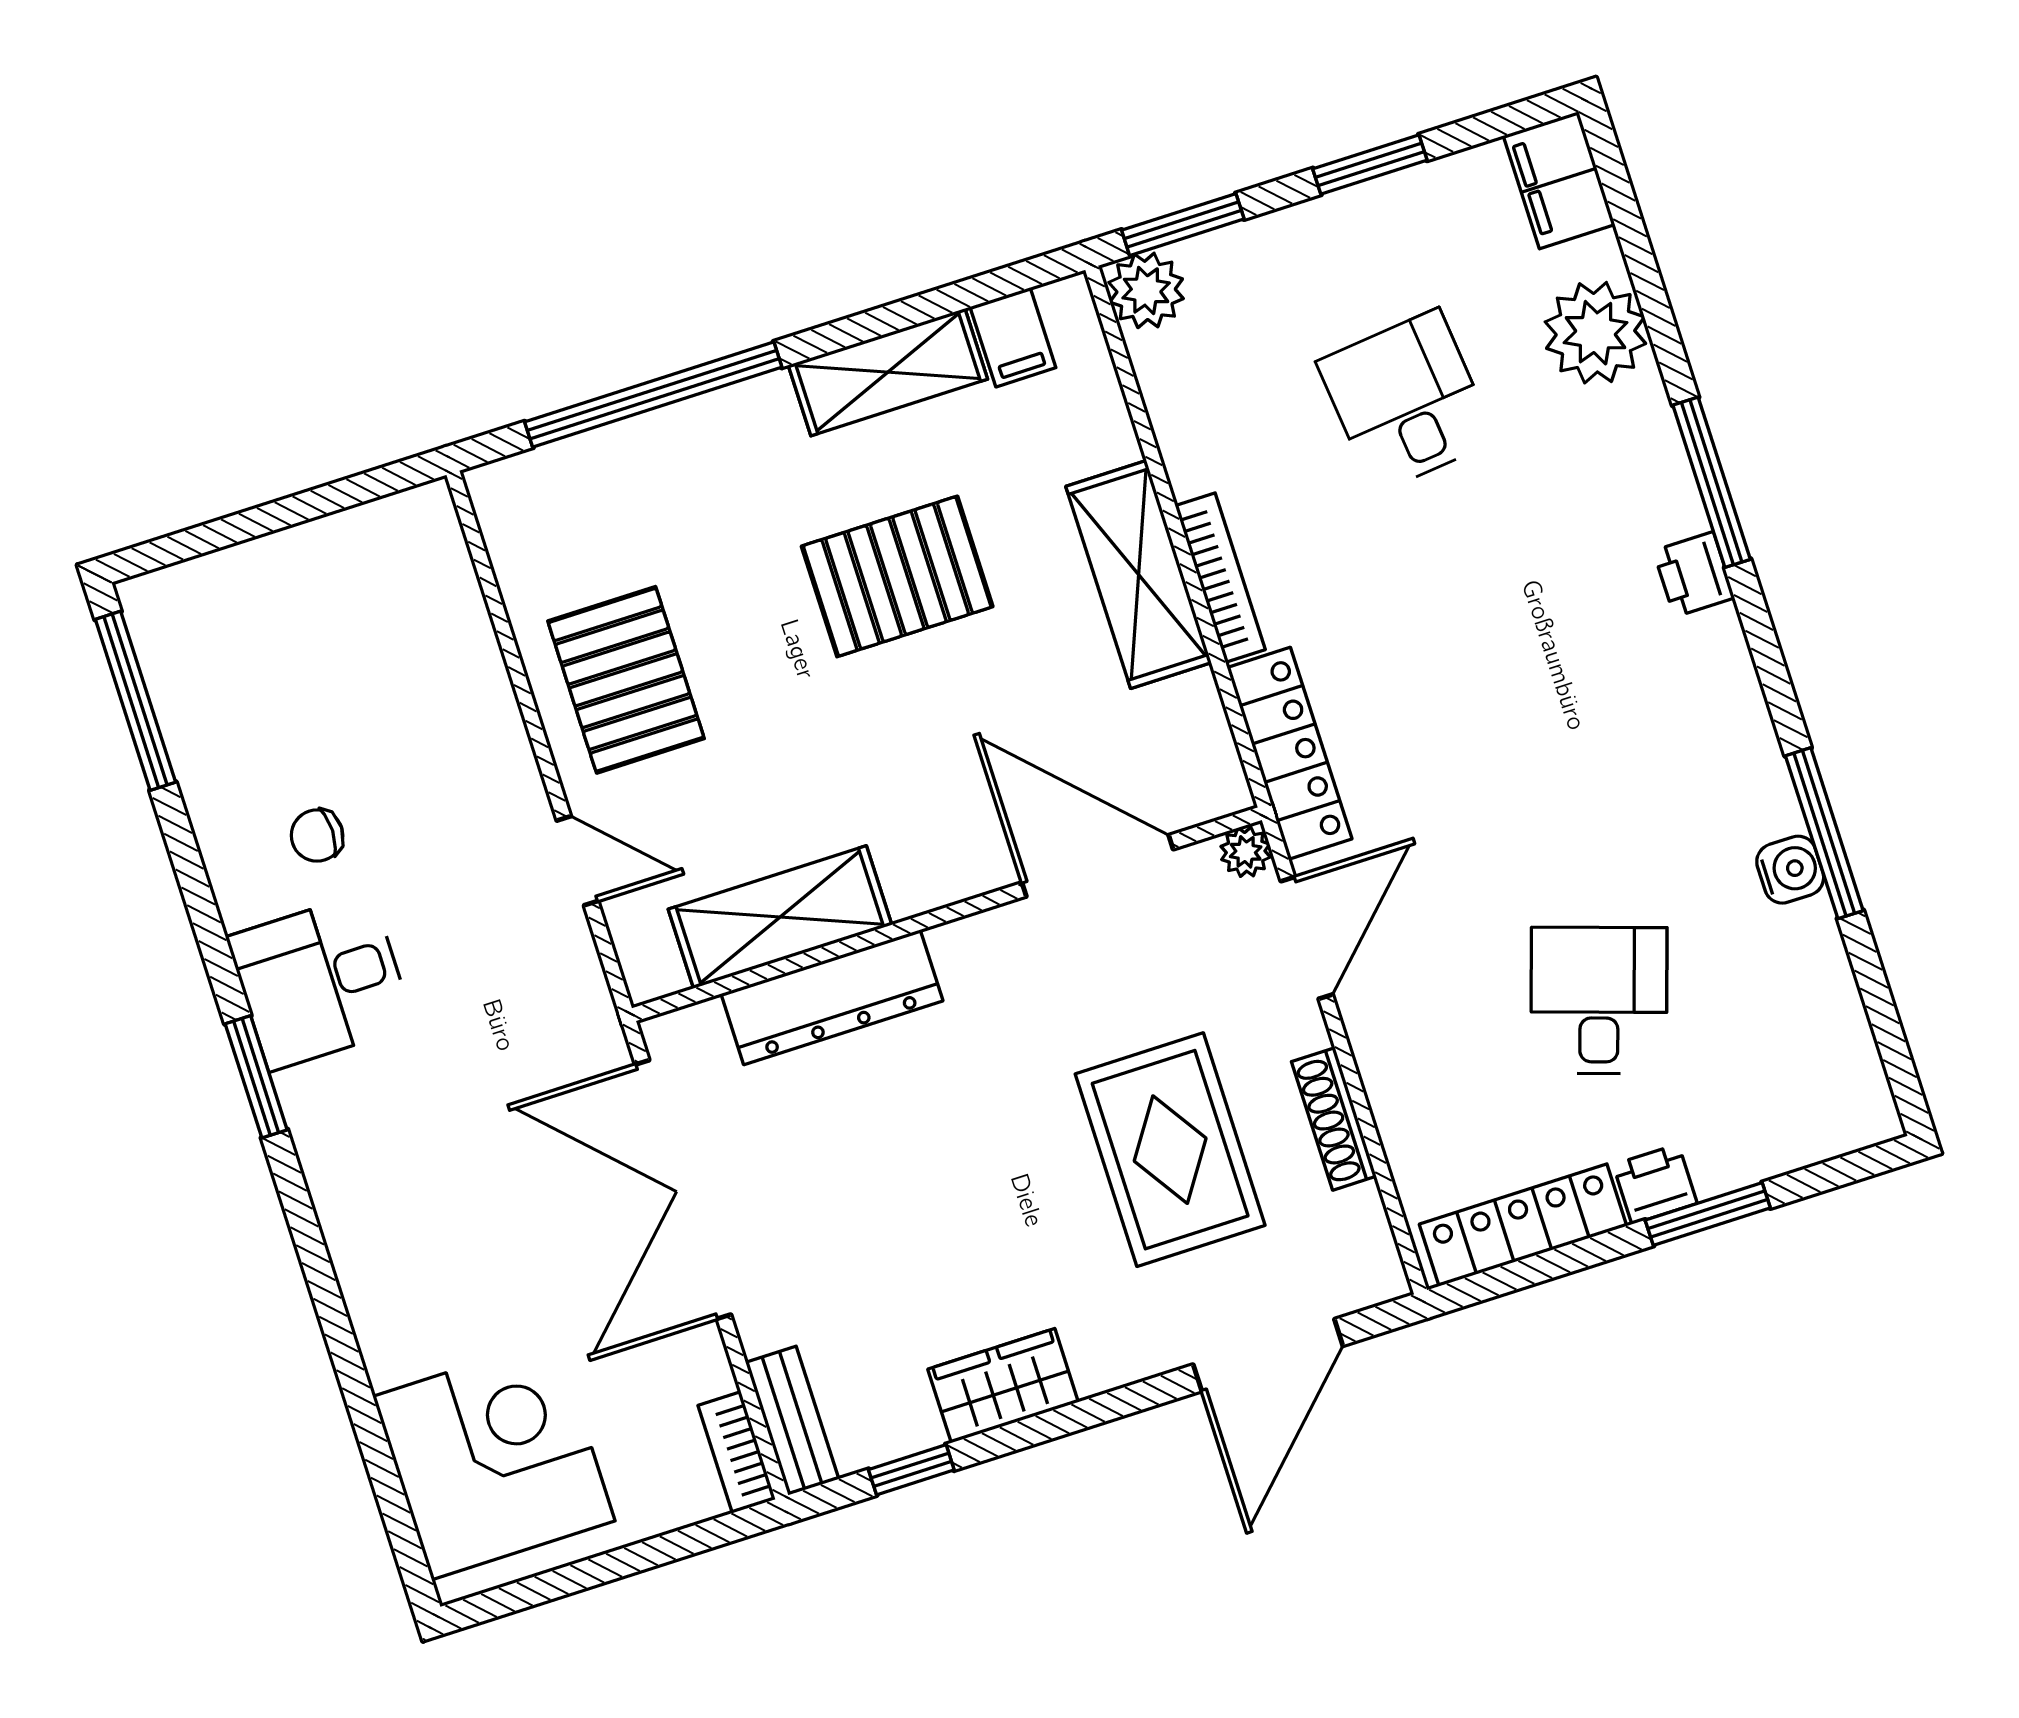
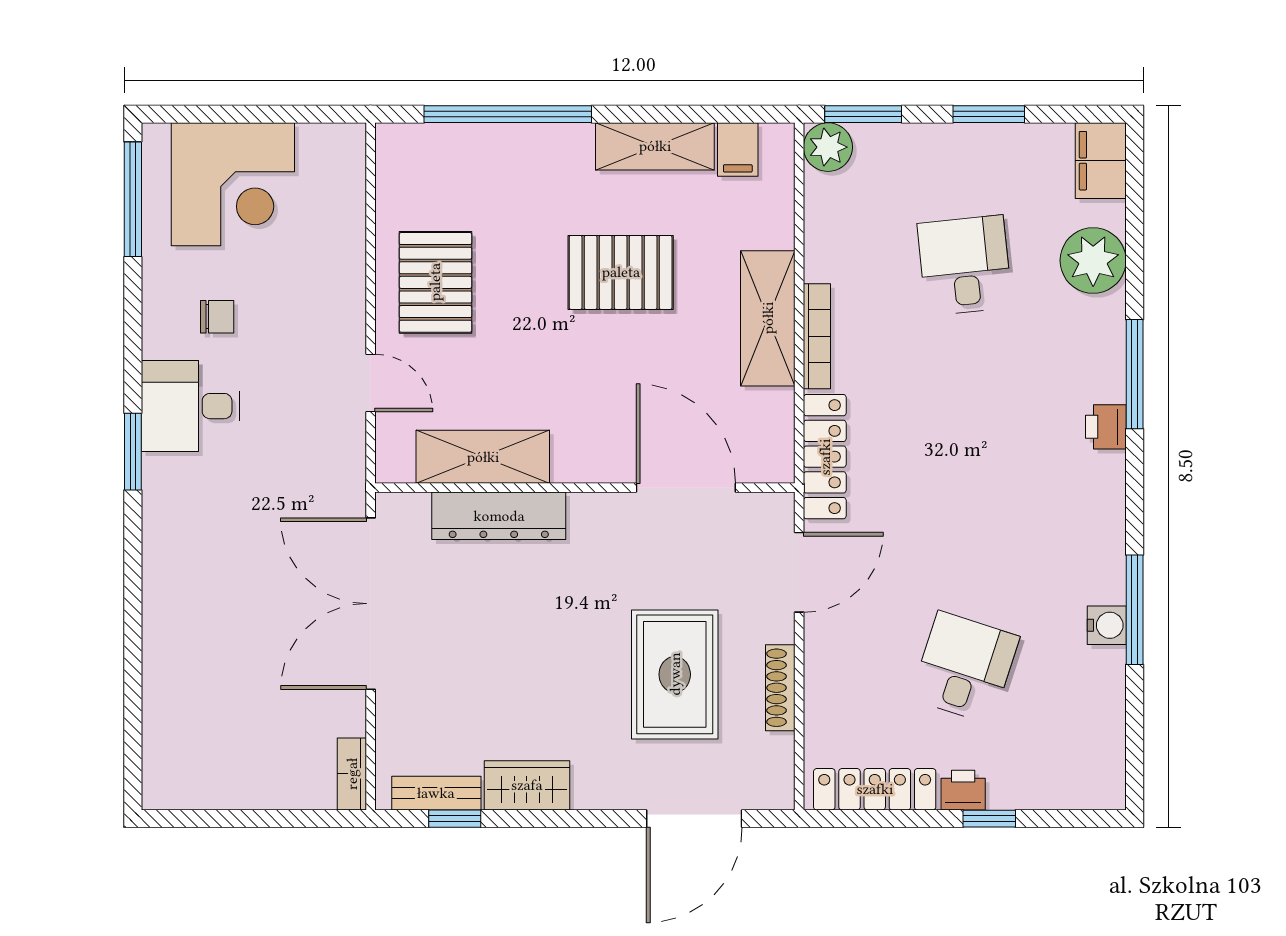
chair: (317, 835) -> (217, 317), turned 180
plant: (1246, 852) -> (779, 508), removed
window: (1708, 1214) -> (989, 819), width x0.67
bench: (792, 1421) -> (436, 793), moved, turned 90
corner desk: (494, 1459) -> (233, 184), moved, turned 90

